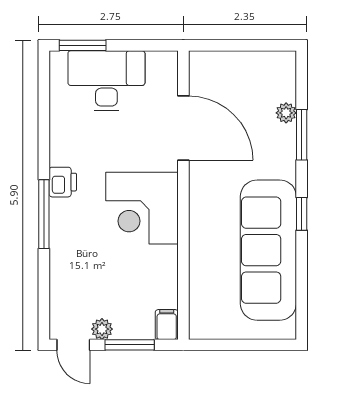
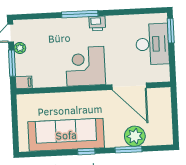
plant: (286, 113) -> (135, 136), width x1.88, depth x1.88
door: (183, 128) -> (129, 86), hinge flipped

